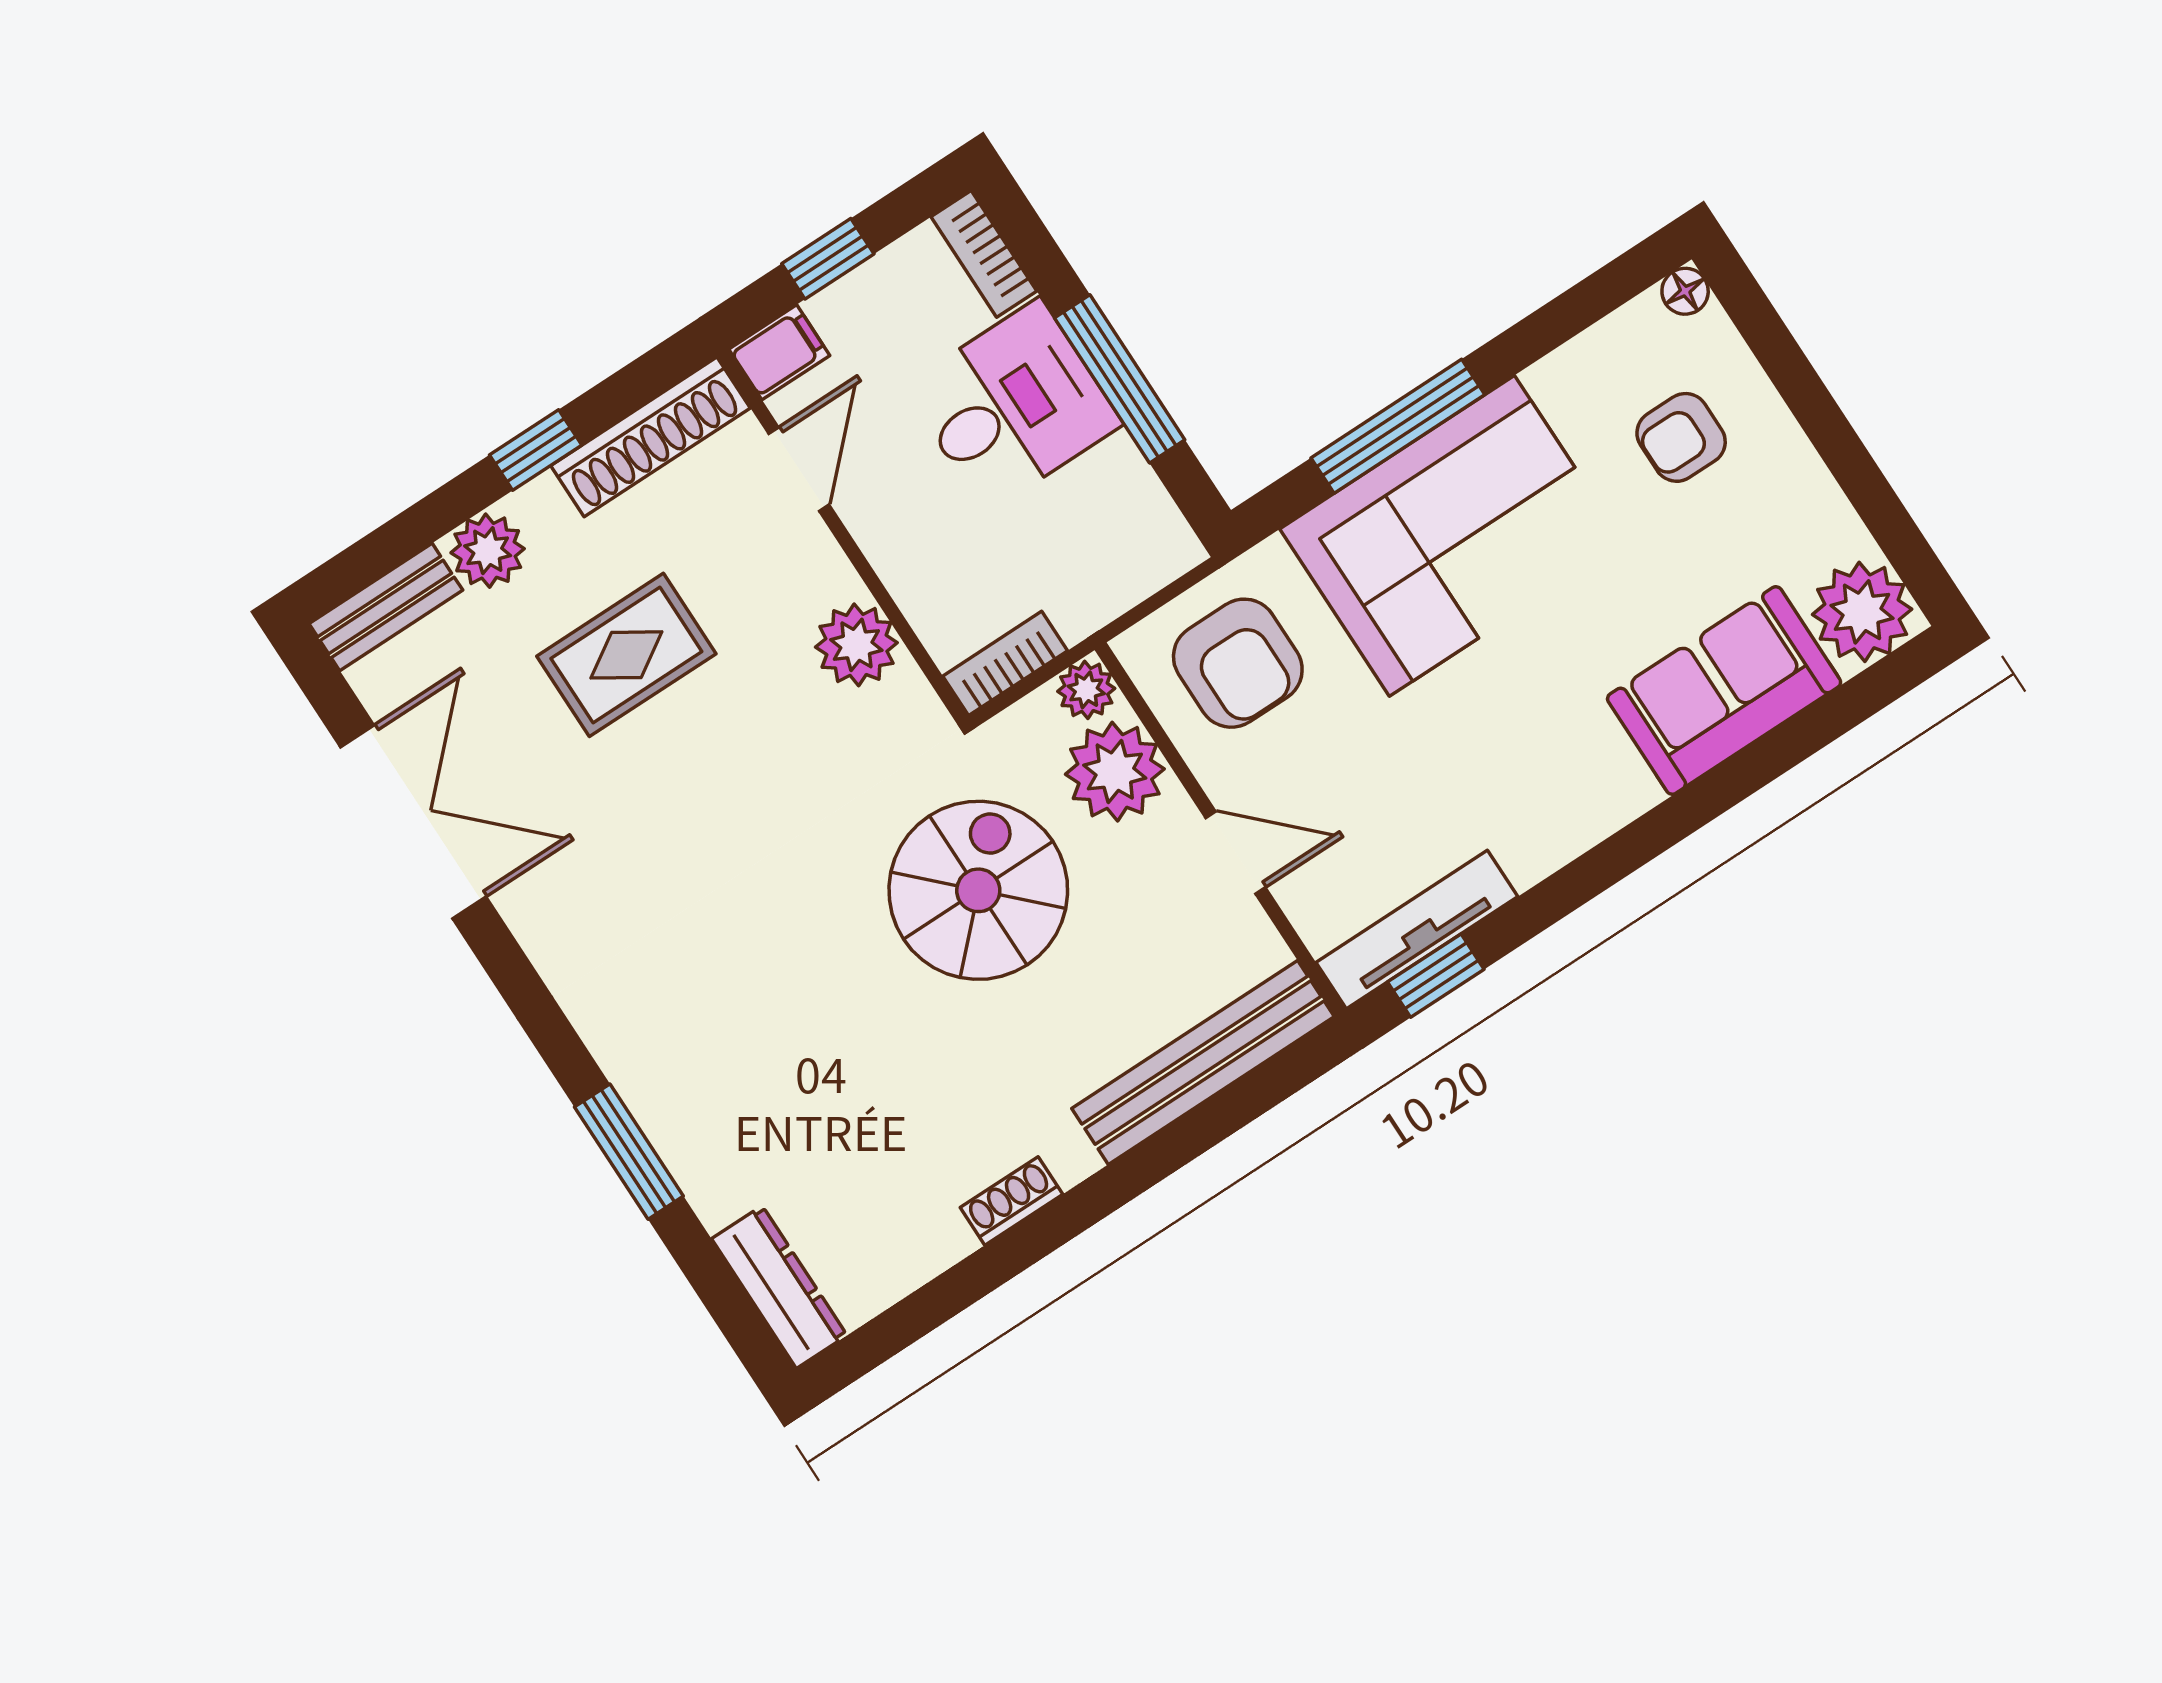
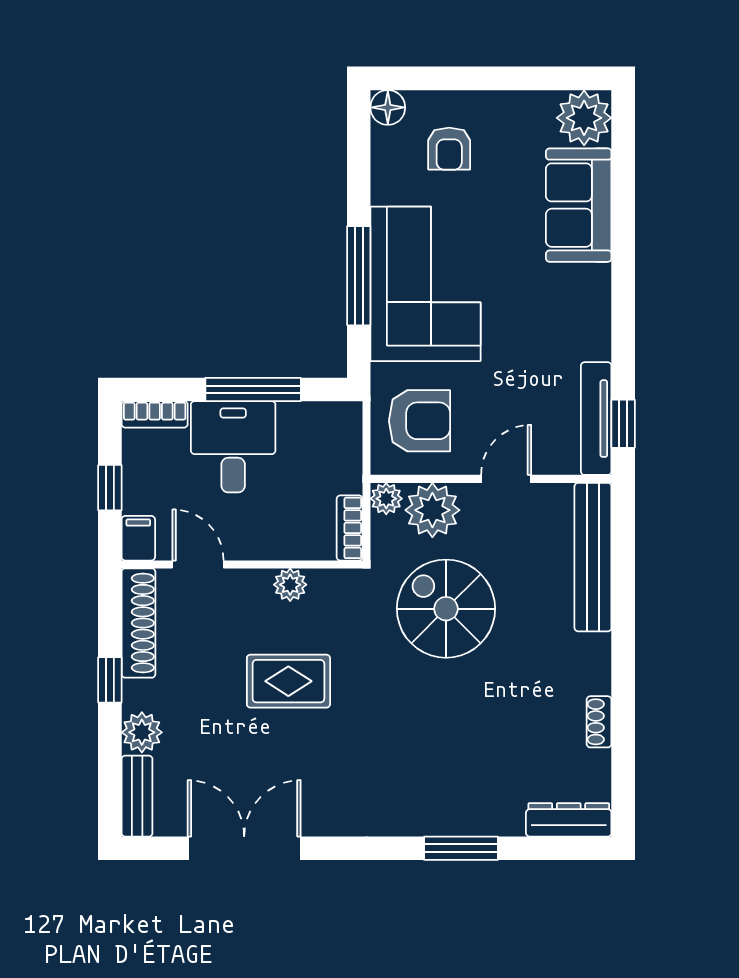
floor lamp: (1685, 291) -> (388, 107), width x1.37, depth x1.37
plant: (856, 645) -> (290, 585), width x0.73, depth x0.73
rug: (626, 655) -> (288, 681), moved, turned 90
shoe rack: (1012, 1201) -> (599, 722), moved

